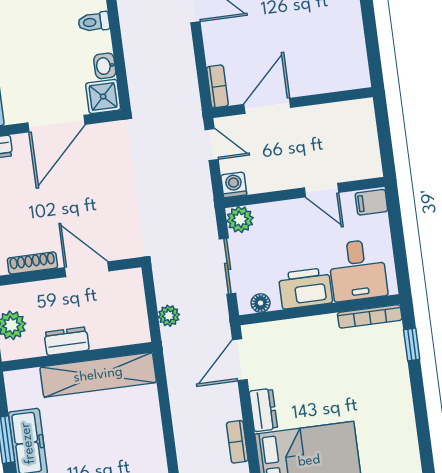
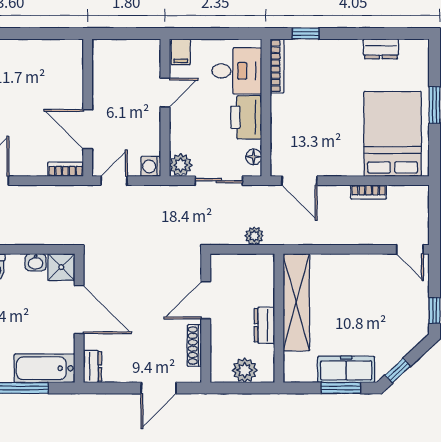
dresser: (263, 410) -> (381, 49), moved, turned 180

